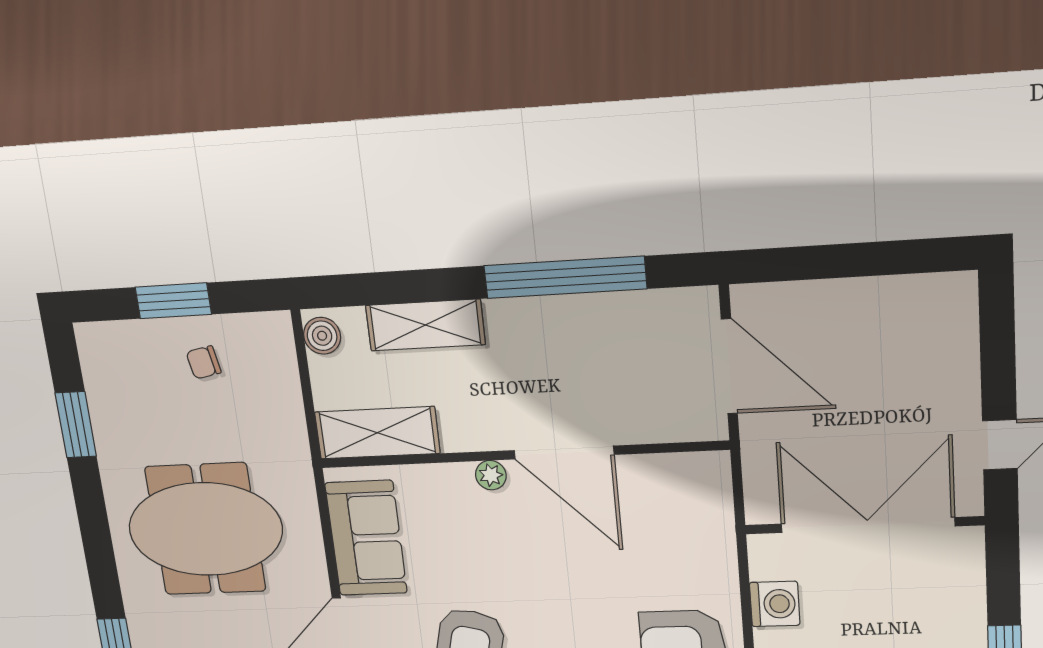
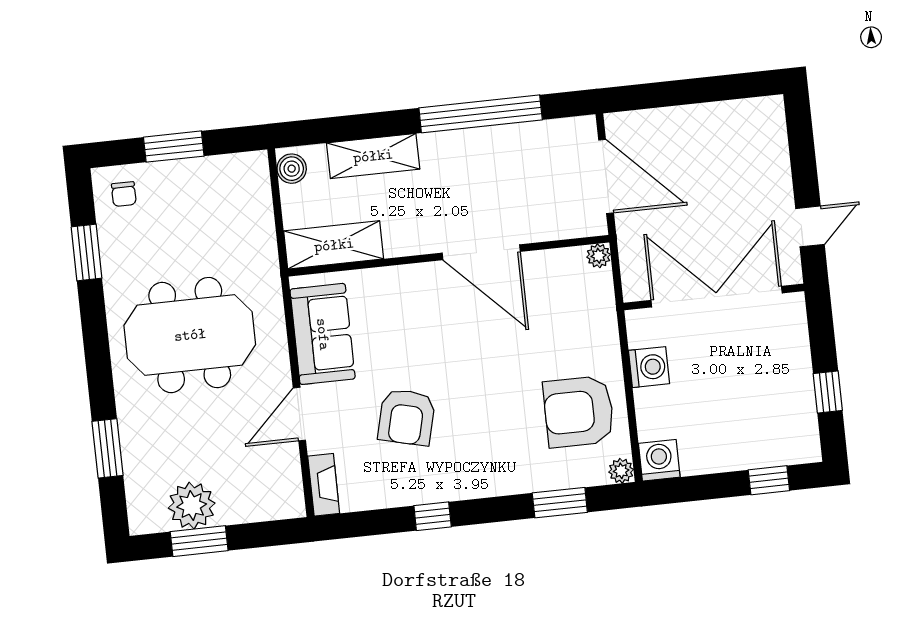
chair: (204, 362) -> (124, 194), moved, turned -79
plant: (491, 475) -> (599, 256), moved

